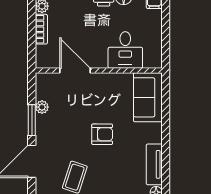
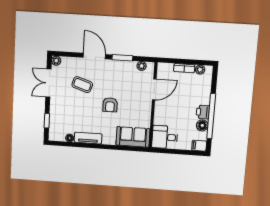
desk: (125, 50) -> (165, 137), moved
plant: (42, 107) -> (142, 66), moved

